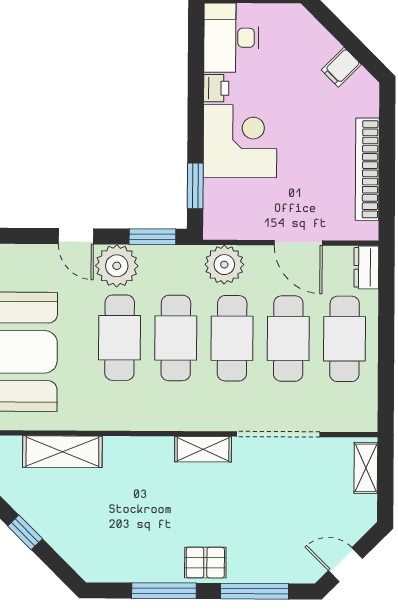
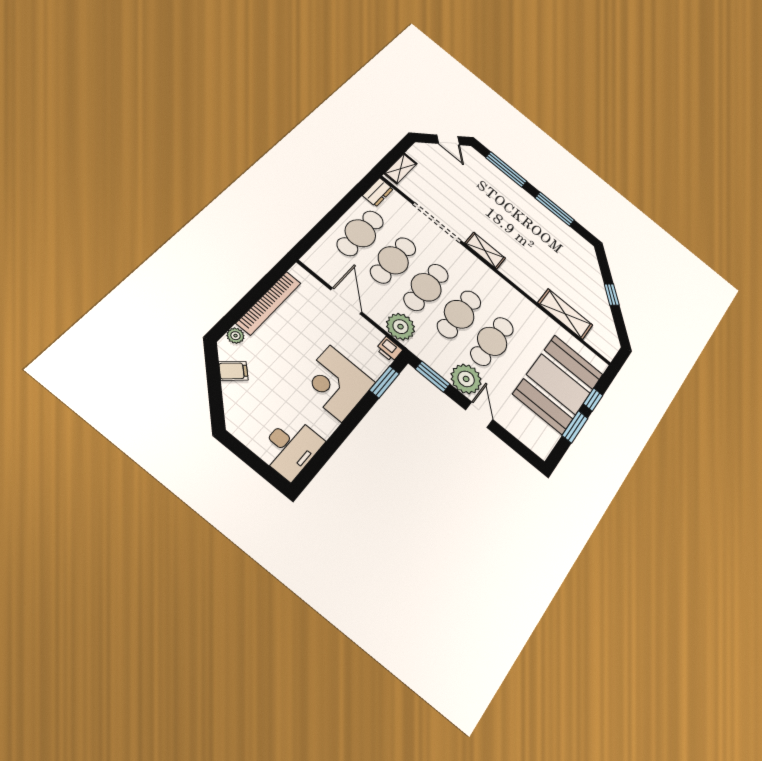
printer: (216, 88) -> (389, 349), moved, turned -90
plant: (369, 105) -> (236, 336), added
dresser: (366, 267) -> (378, 192), moved
pallet: (205, 563) -> (523, 202), removed

